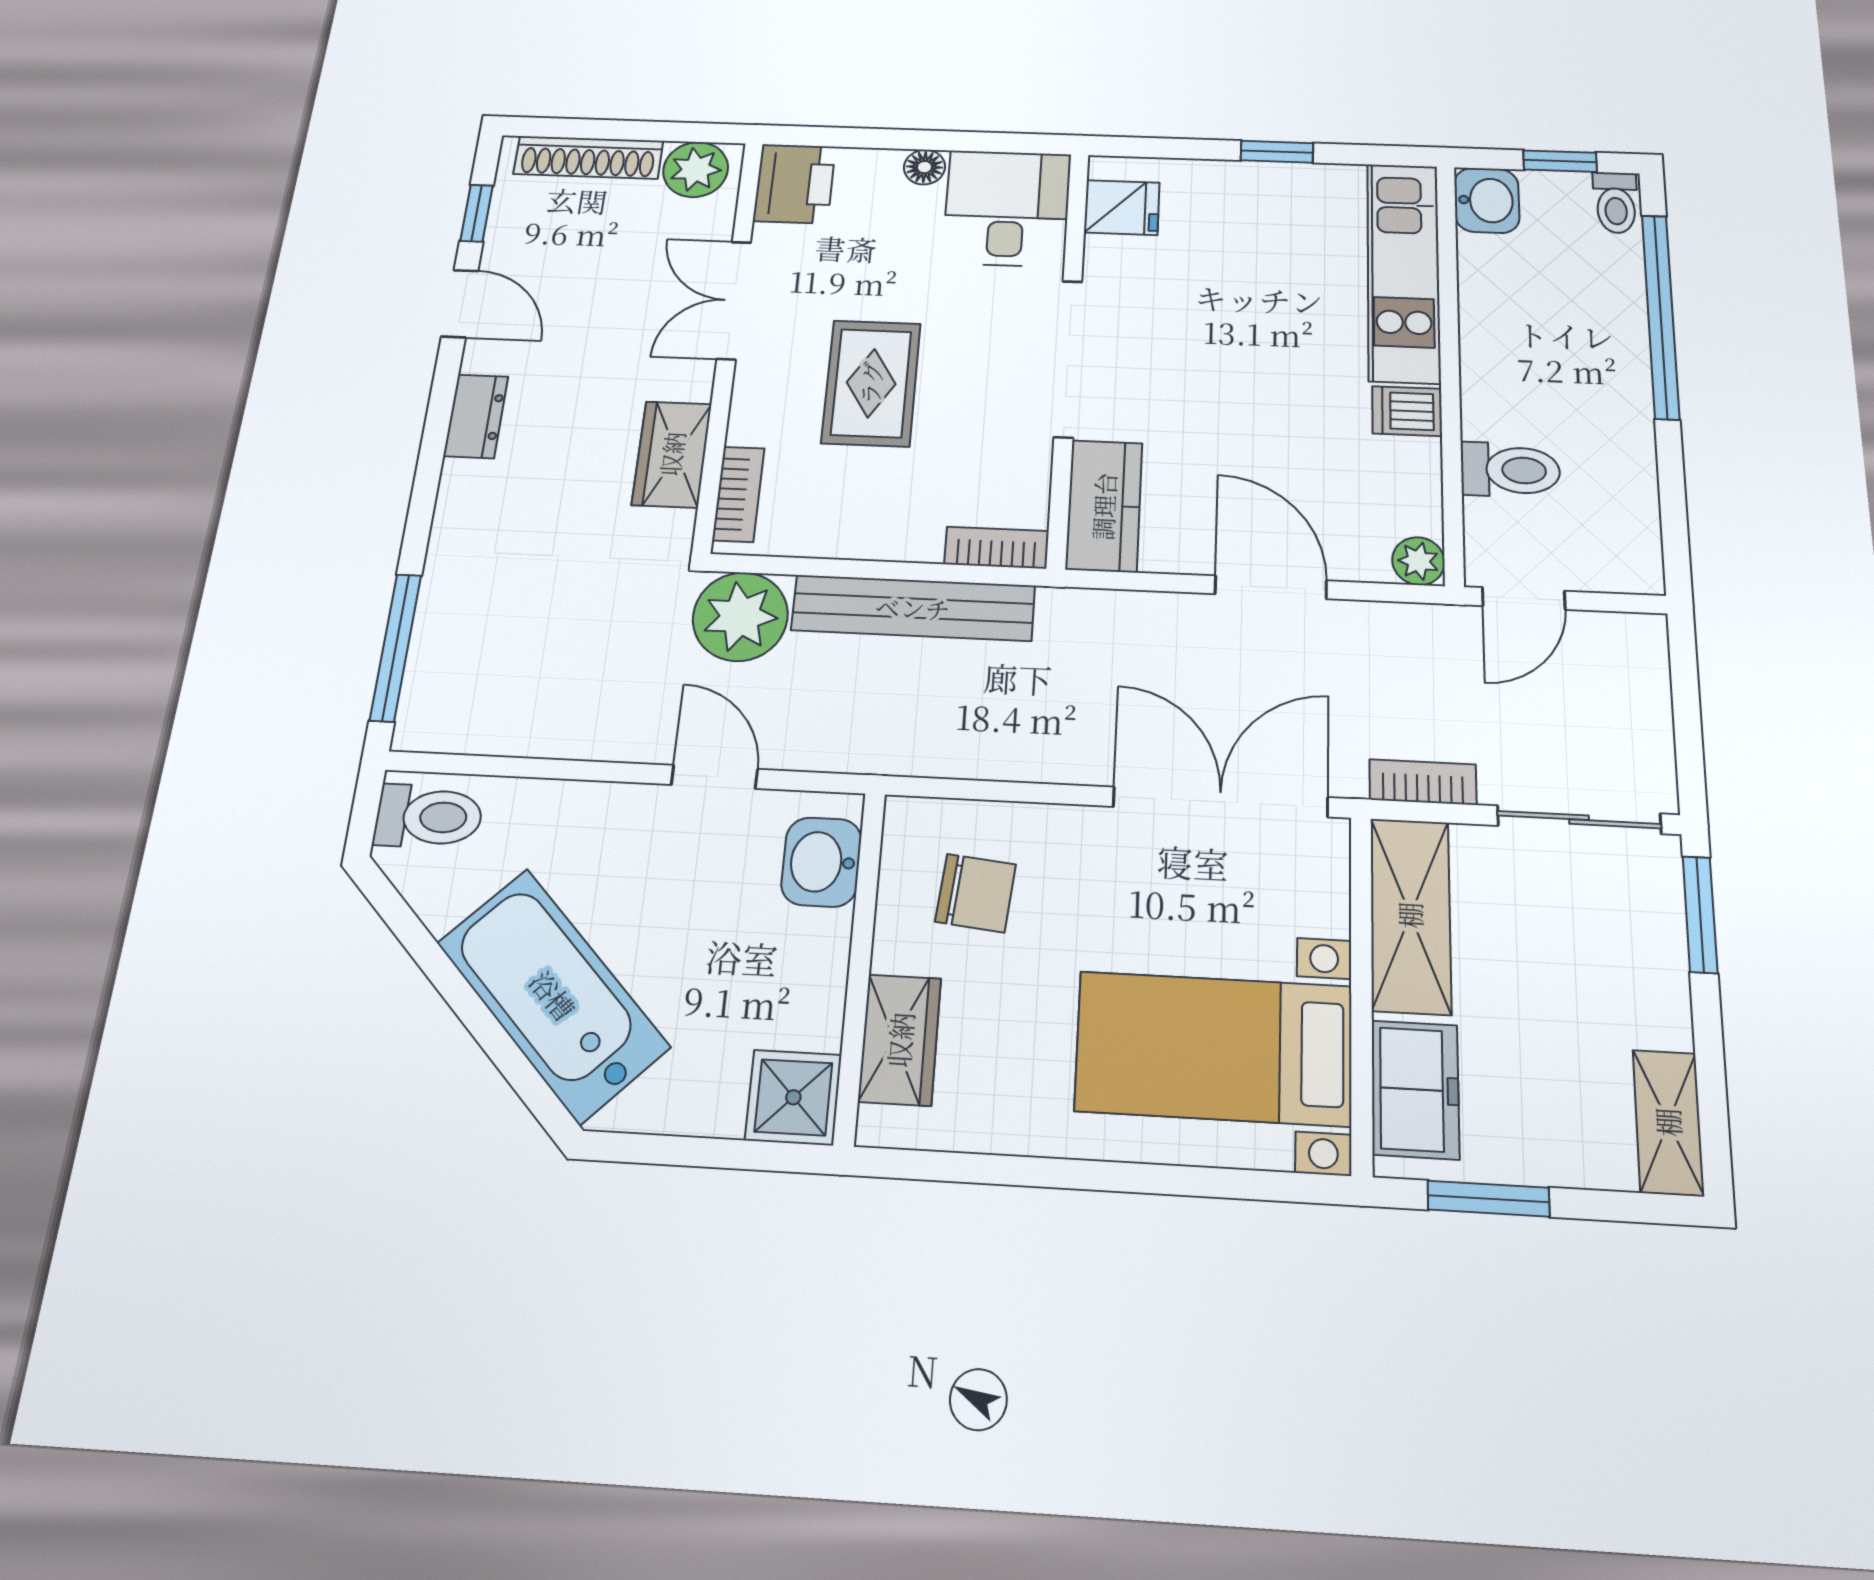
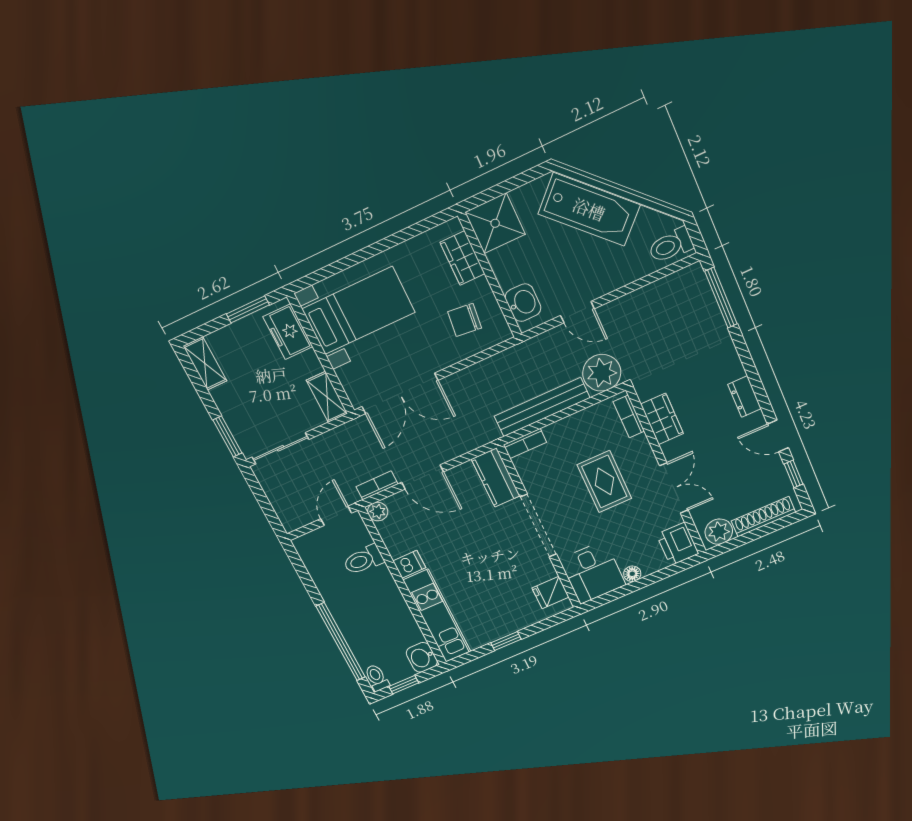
bookcase: (1423, 782) -> (377, 485), moved, turned 180
shelving: (1410, 915) -> (327, 397), width x0.67, depth x0.75
shower: (793, 1097) -> (495, 223), width x1.36, depth x1.36

